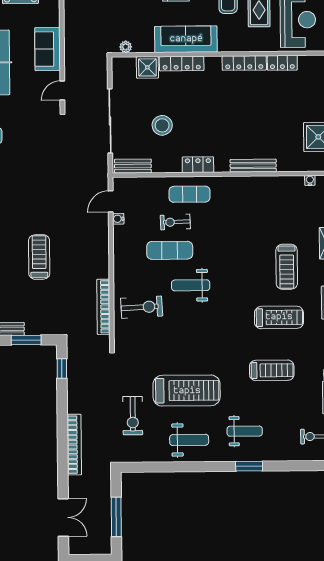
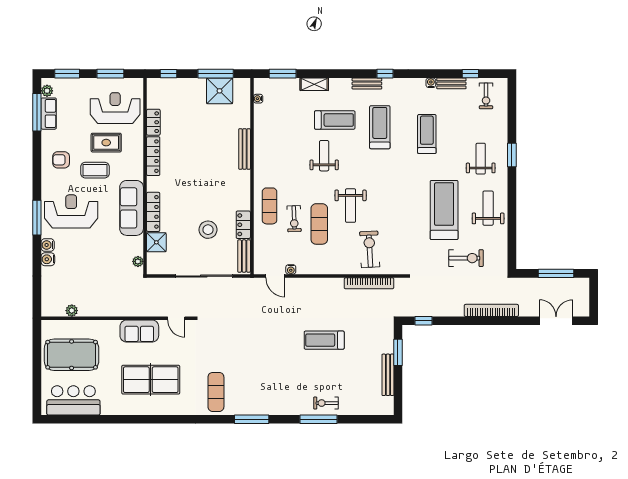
locker: (198, 165) -> (243, 225), moved
weight bench: (246, 255) -> (324, 156), added

